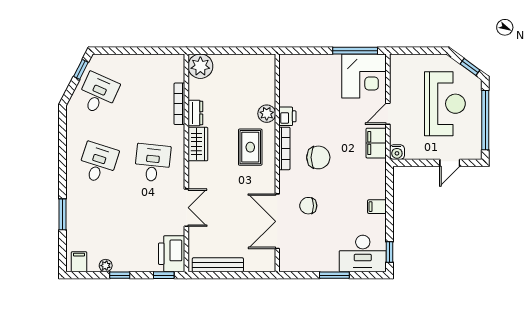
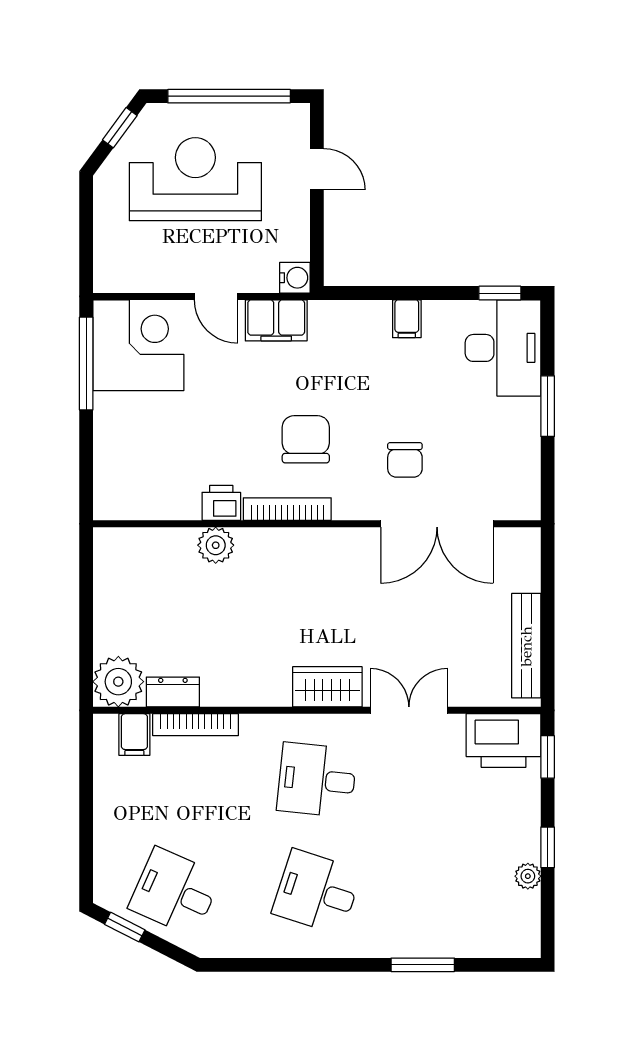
dresser: (195, 113) -> (173, 692), moved
wardrobe: (198, 144) -> (327, 687), moved
rug: (250, 147) -> (285, 579), removed
filing cabinet: (79, 262) -> (134, 735), moved, turned -90

